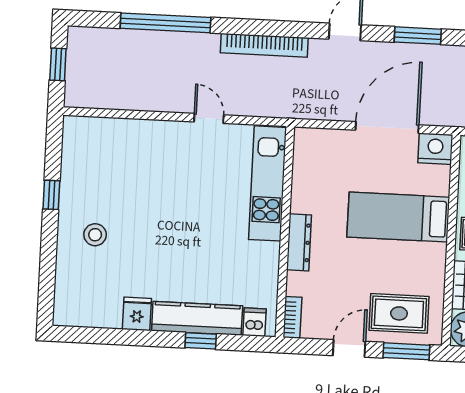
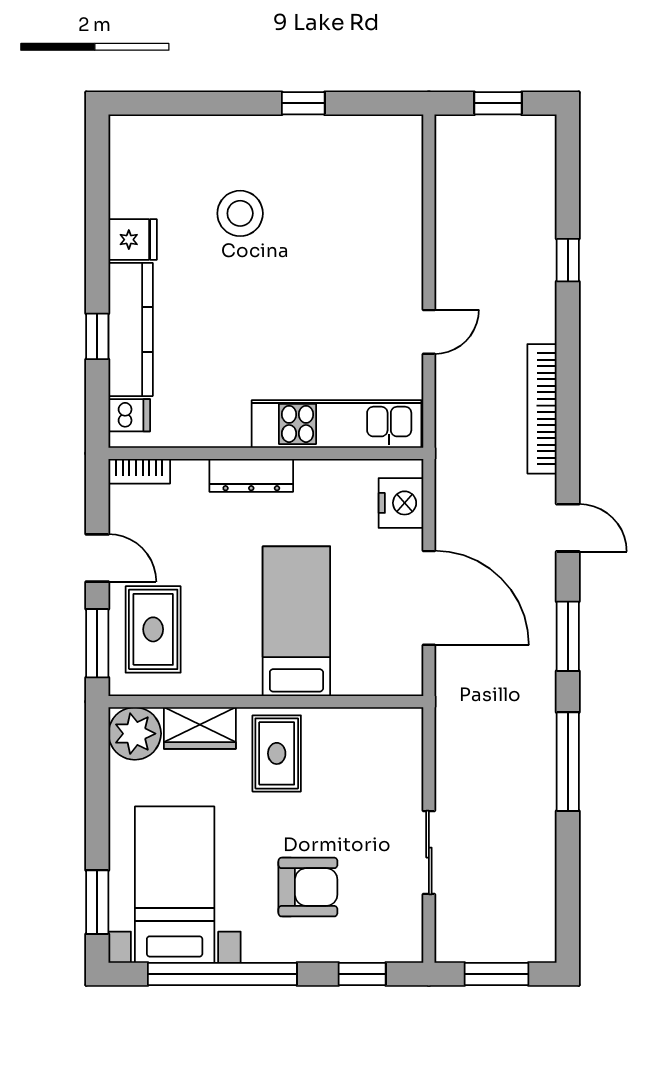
window: (165, 23) -> (568, 260), width x0.32
nightstand: (435, 149) -> (401, 503), moved
stool: (95, 235) -> (240, 213), moved, width x1.38, depth x1.38

